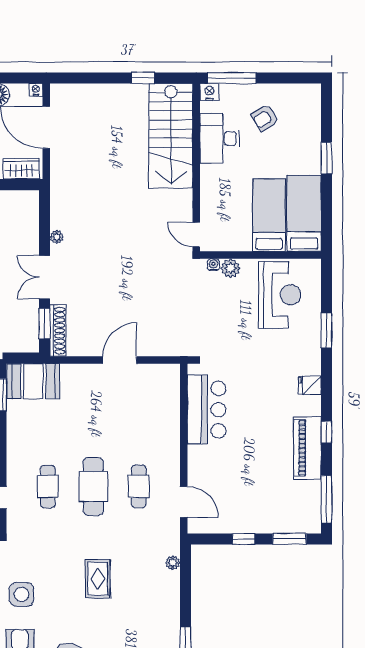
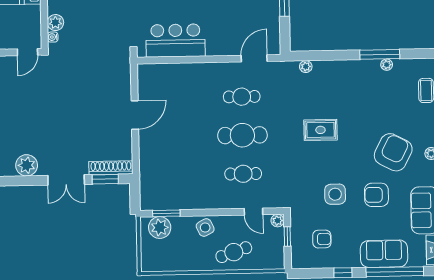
plant: (57, 237) -> (27, 165), width x1.88, depth x1.88
door: (120, 360) -> (135, 115), swing flipped
booth: (33, 381) -> (154, 188), removed

